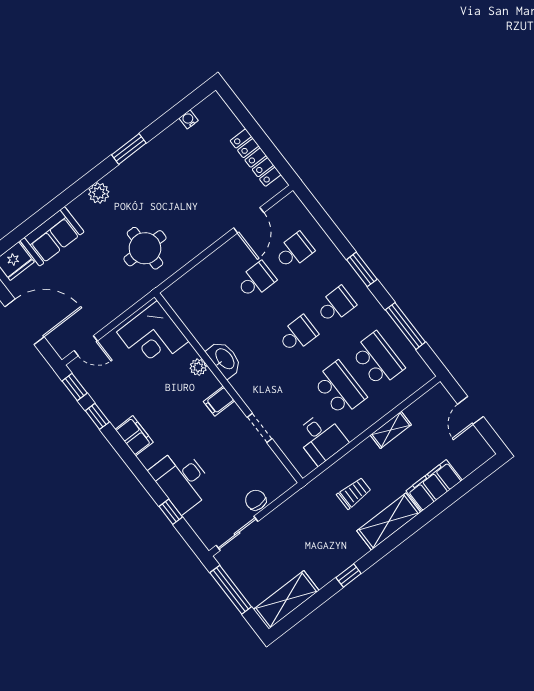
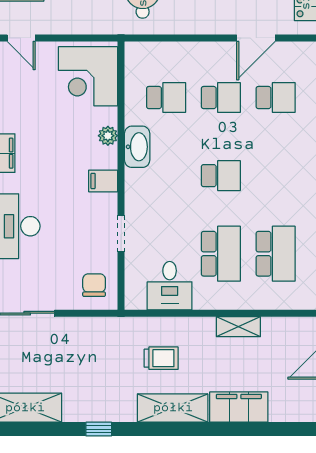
school desk: (336, 305) -> (166, 98), moved
chair: (256, 500) -> (94, 285), moved

